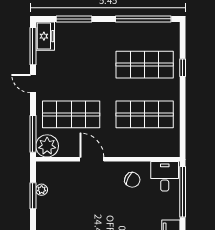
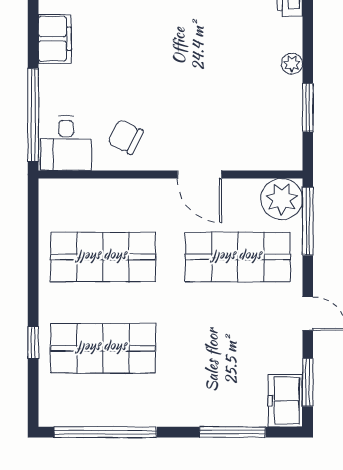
window: (33, 46) -> (308, 382), width x0.69
plant: (42, 190) -> (292, 64), moved

